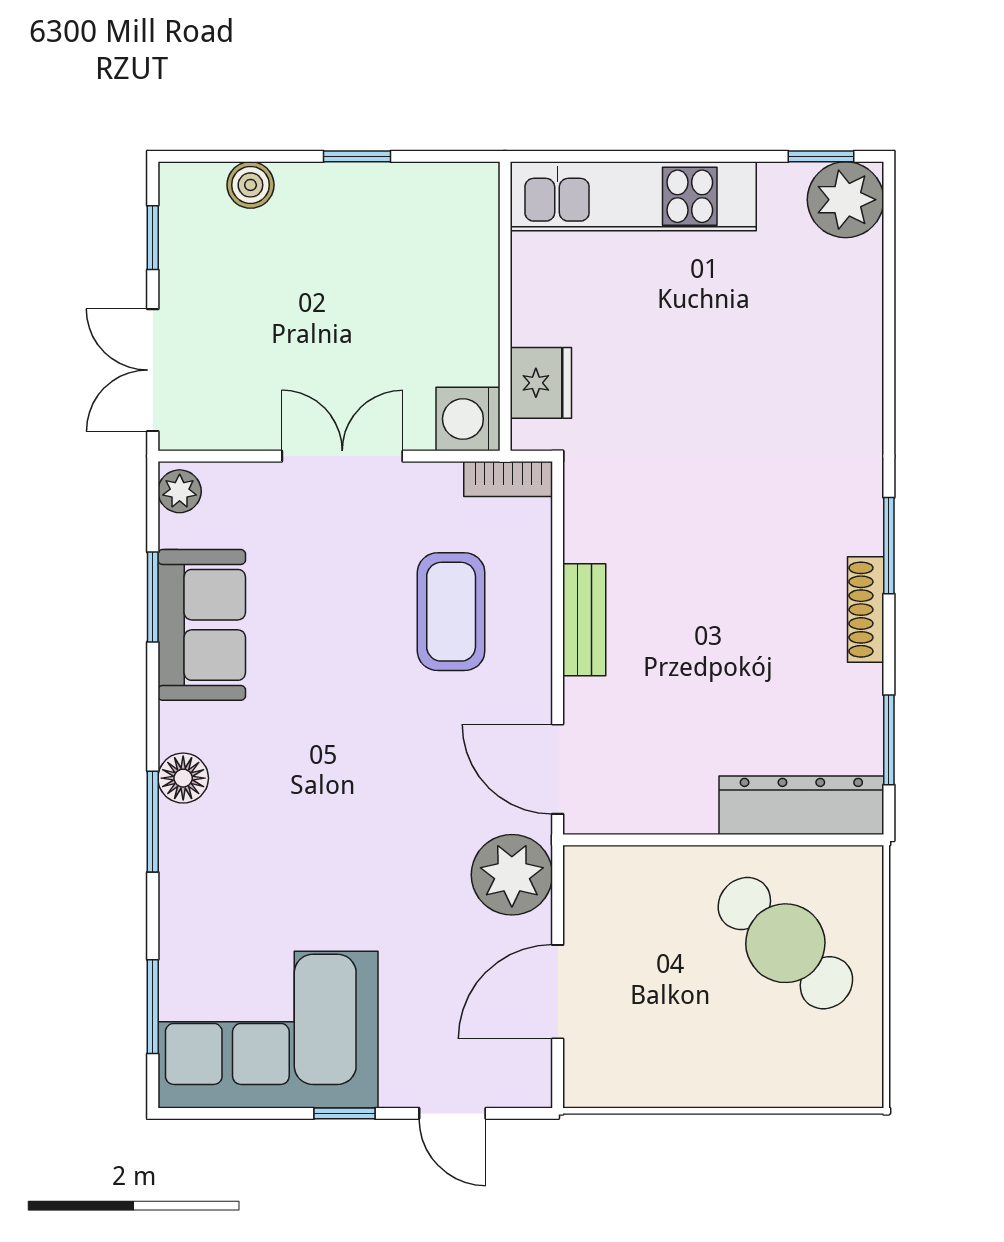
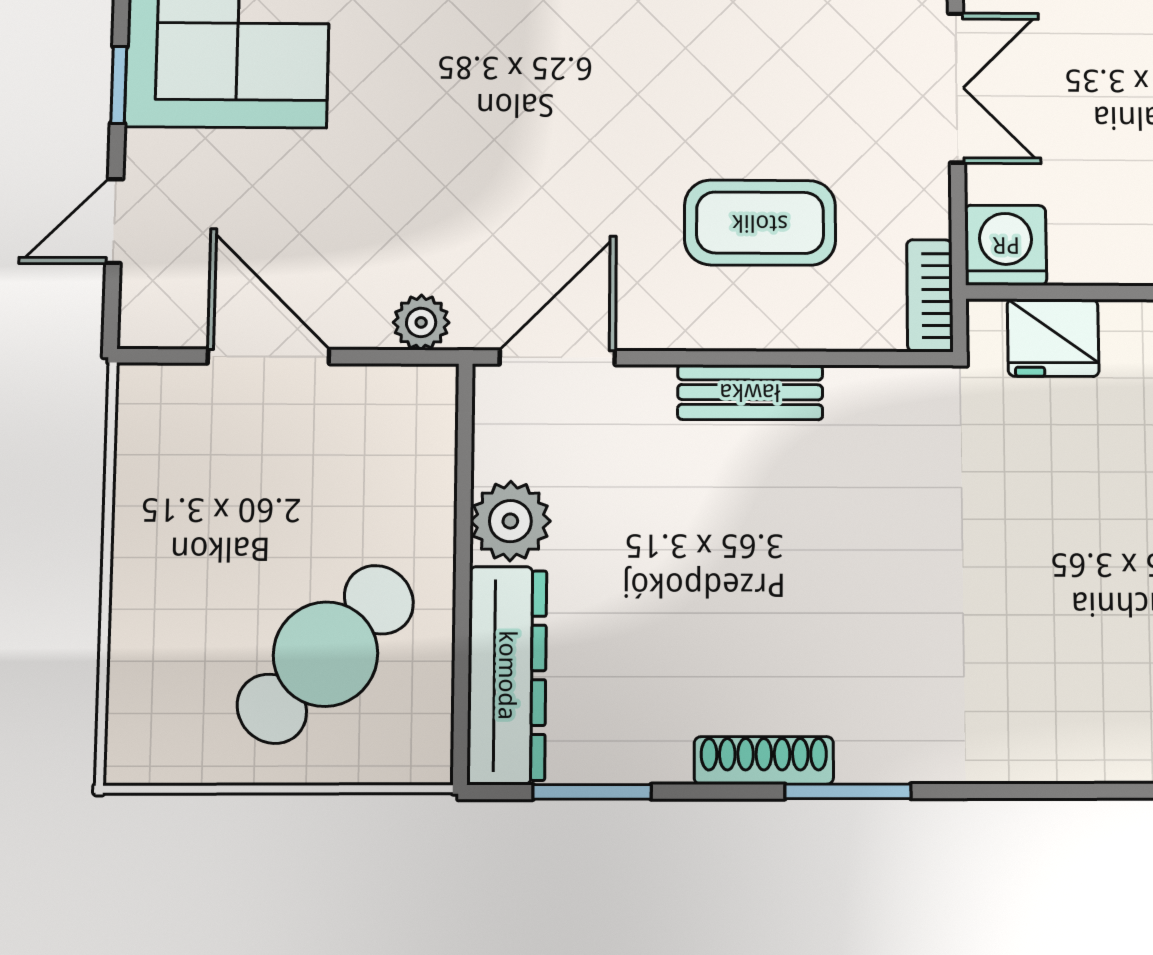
plant: (684, 804) -> (510, 521), added
plant: (512, 875) -> (421, 322), width x0.53, depth x0.53

